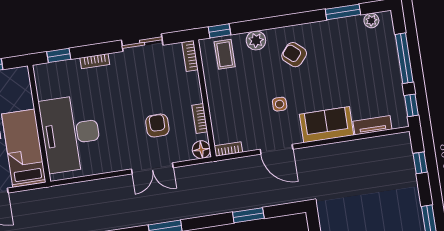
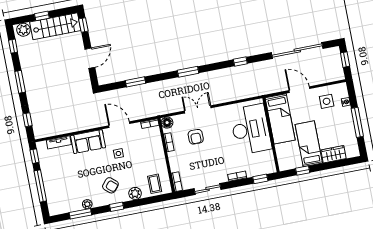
plant: (371, 21) -> (87, 204), moved
window: (220, 31) -> (117, 207), moved

